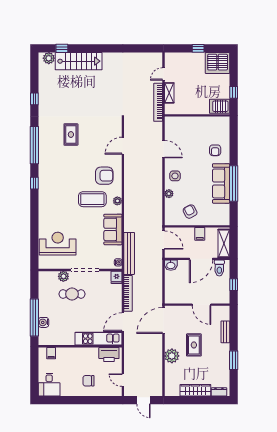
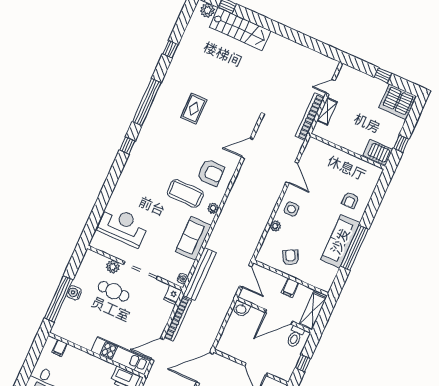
water cooler: (44, 322) -> (74, 293), moved

